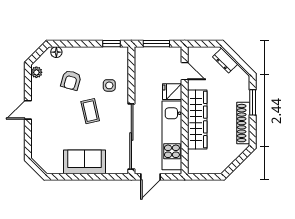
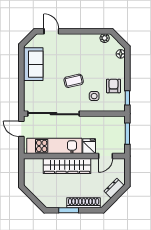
armchair: (71, 80) -> (113, 86), moved, turned 74
window: (253, 102) -> (69, 210), moved
door: (28, 110) -> (51, 31), moved
shoe rack: (243, 123) -> (84, 203), moved
sofa: (85, 162) -> (33, 64), moved

